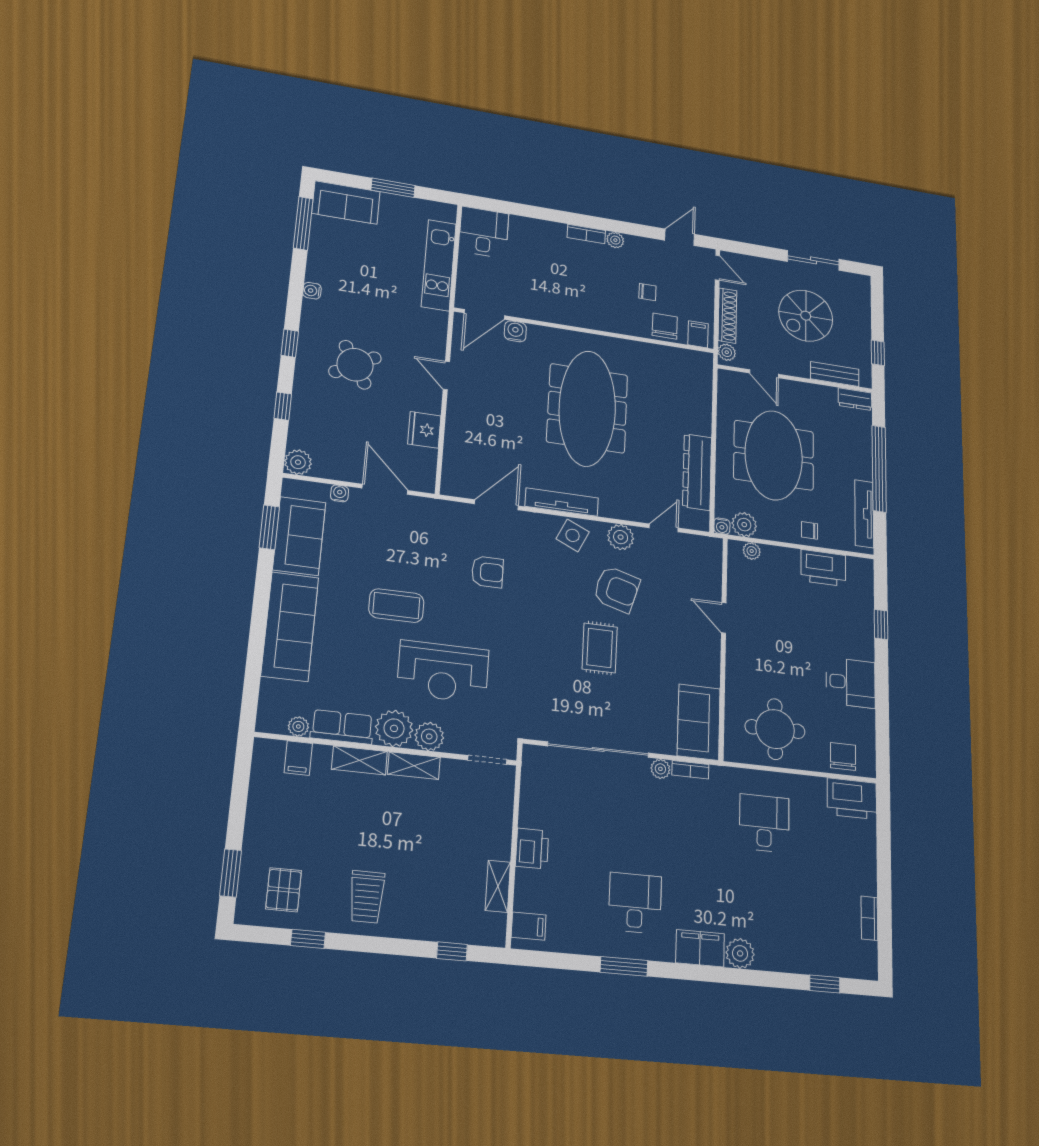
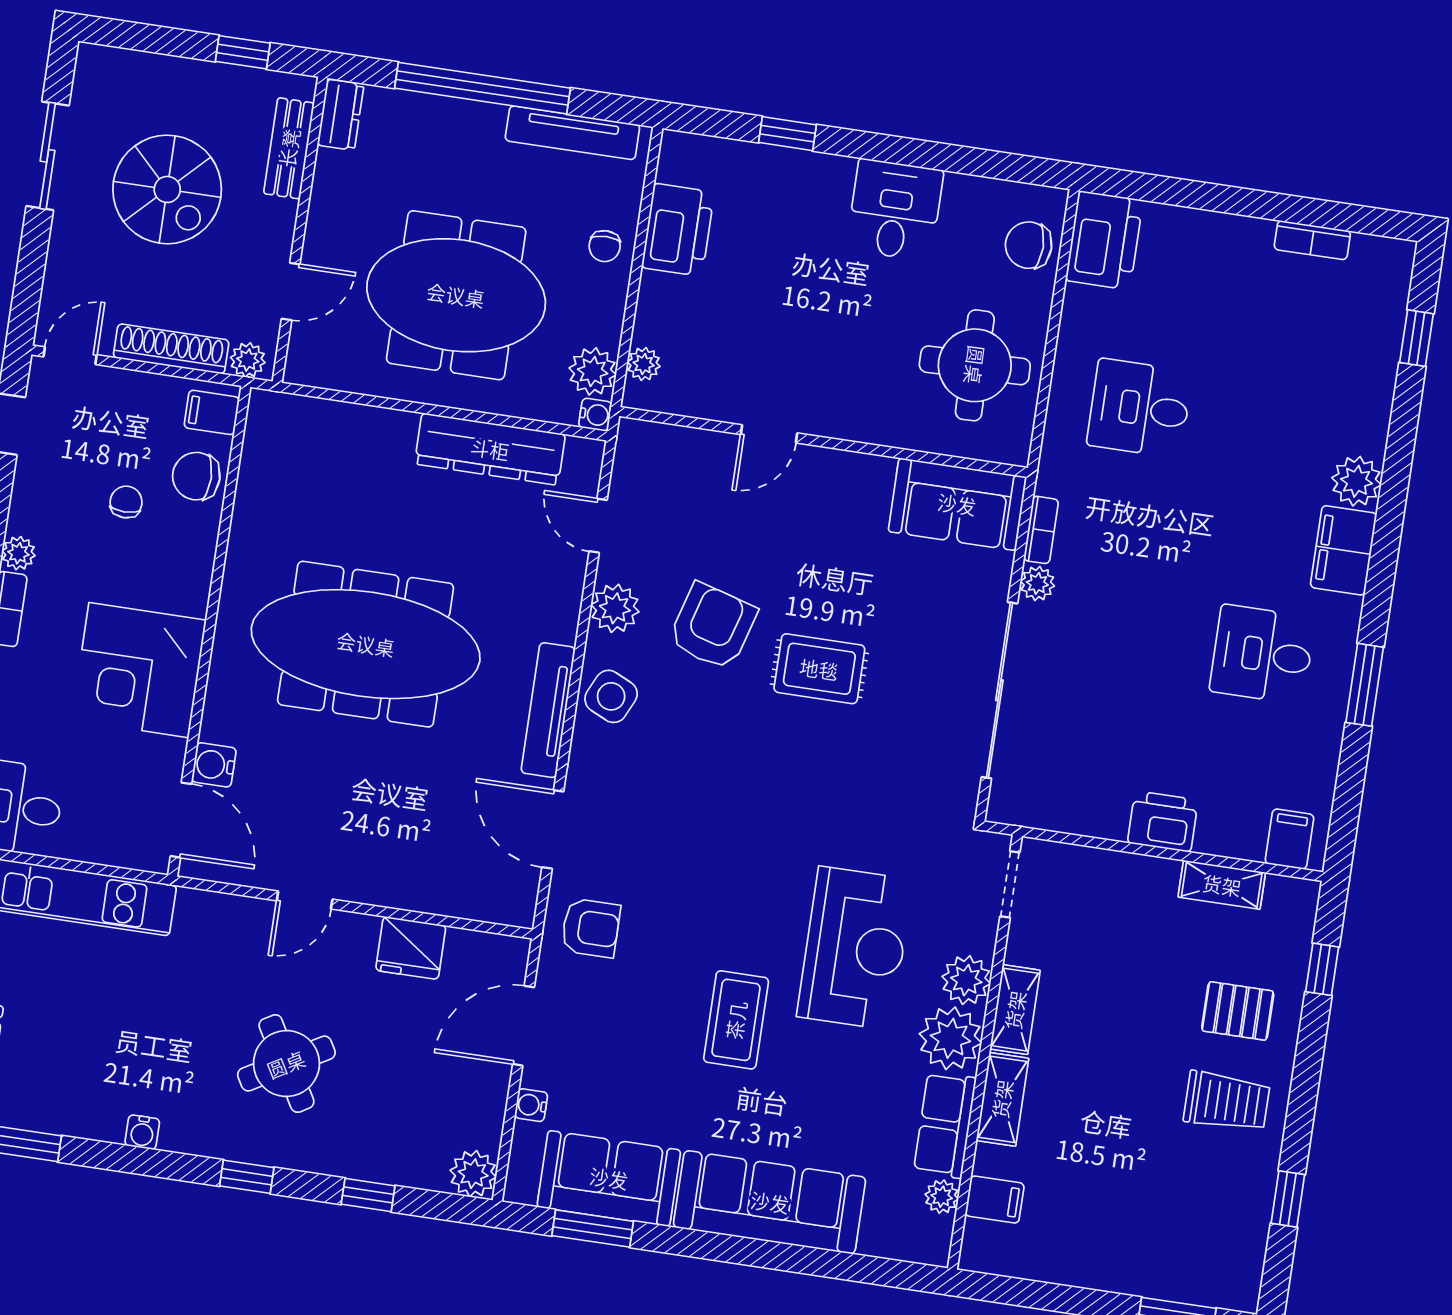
corner desk: (562, 296) -> (139, 670), added
armchair: (487, 572) -> (591, 928), moved, turned 90
pallet: (284, 890) -> (1238, 1011), moved

